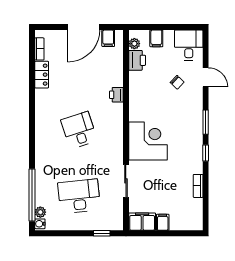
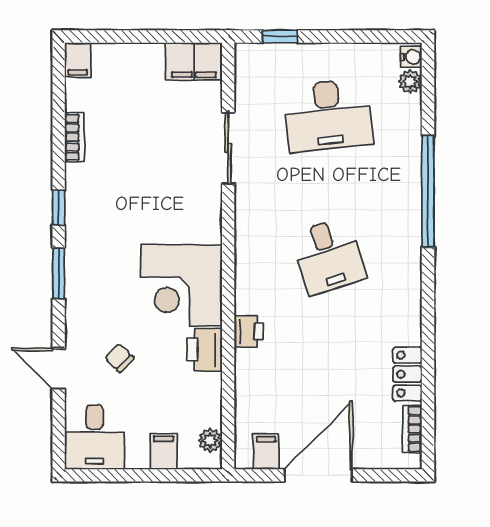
printer: (137, 60) -> (205, 350), moved
corner desk: (148, 141) -> (181, 285), moved
window: (32, 195) -> (428, 191), moved
filing cabinet: (163, 222) -> (78, 60), moved

